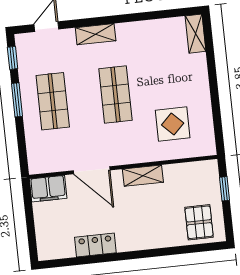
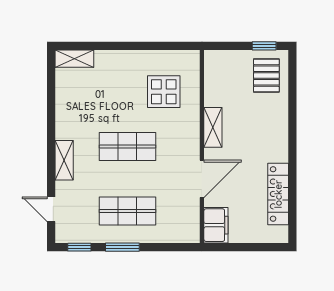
window: (225, 189) -> (264, 46), moved
pallet: (199, 222) -> (266, 76), turned 90
locker: (95, 245) -> (278, 194), width x1.53

